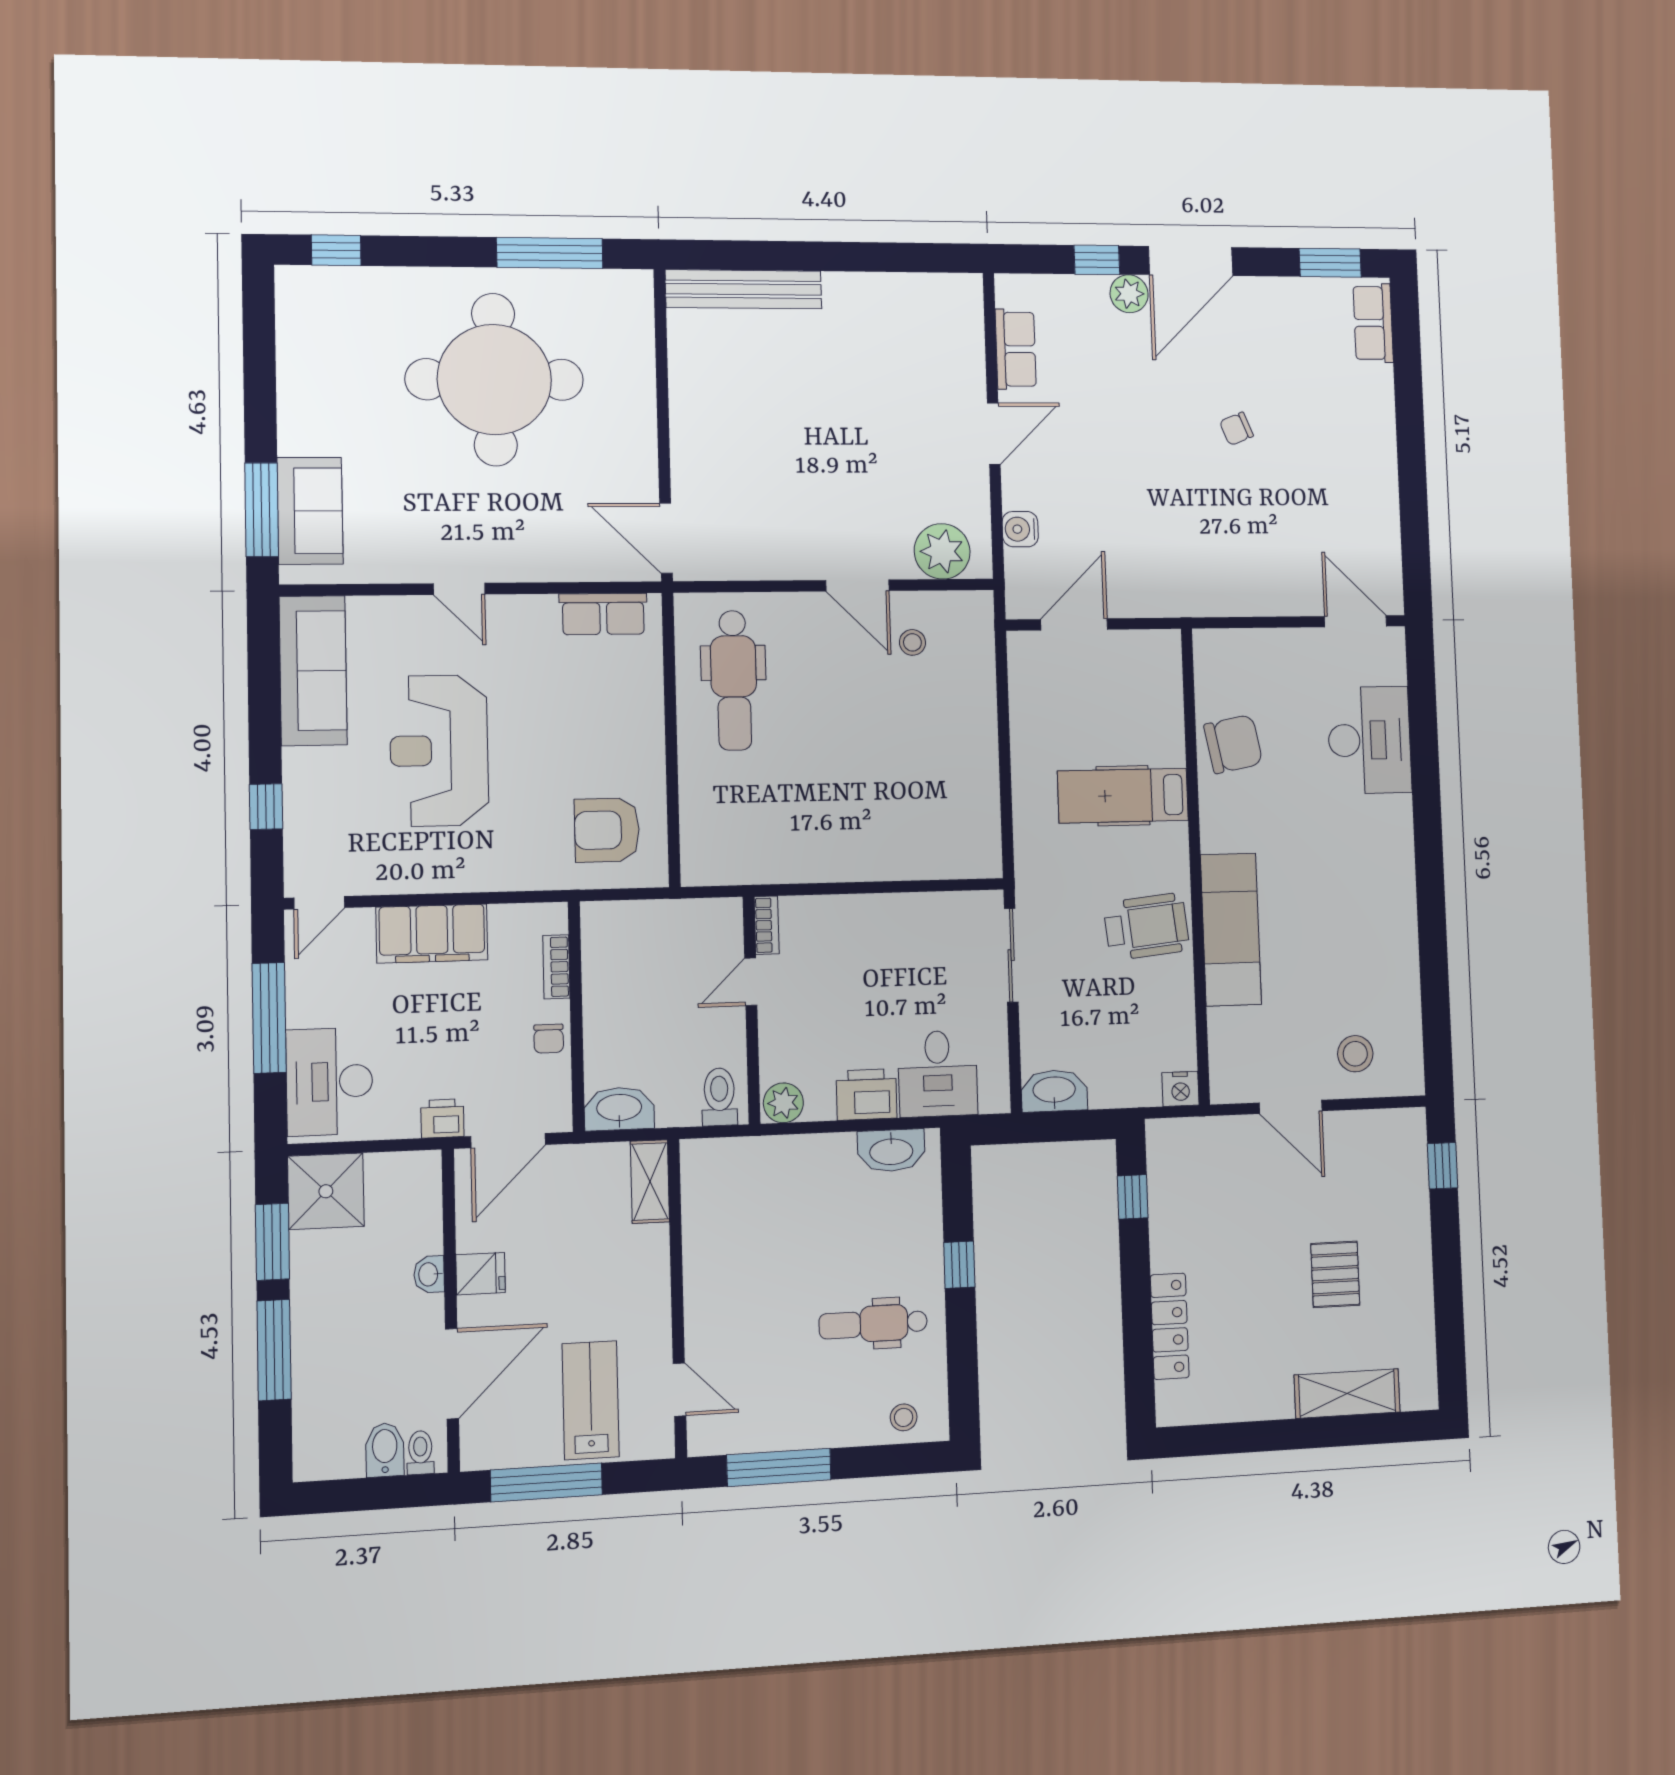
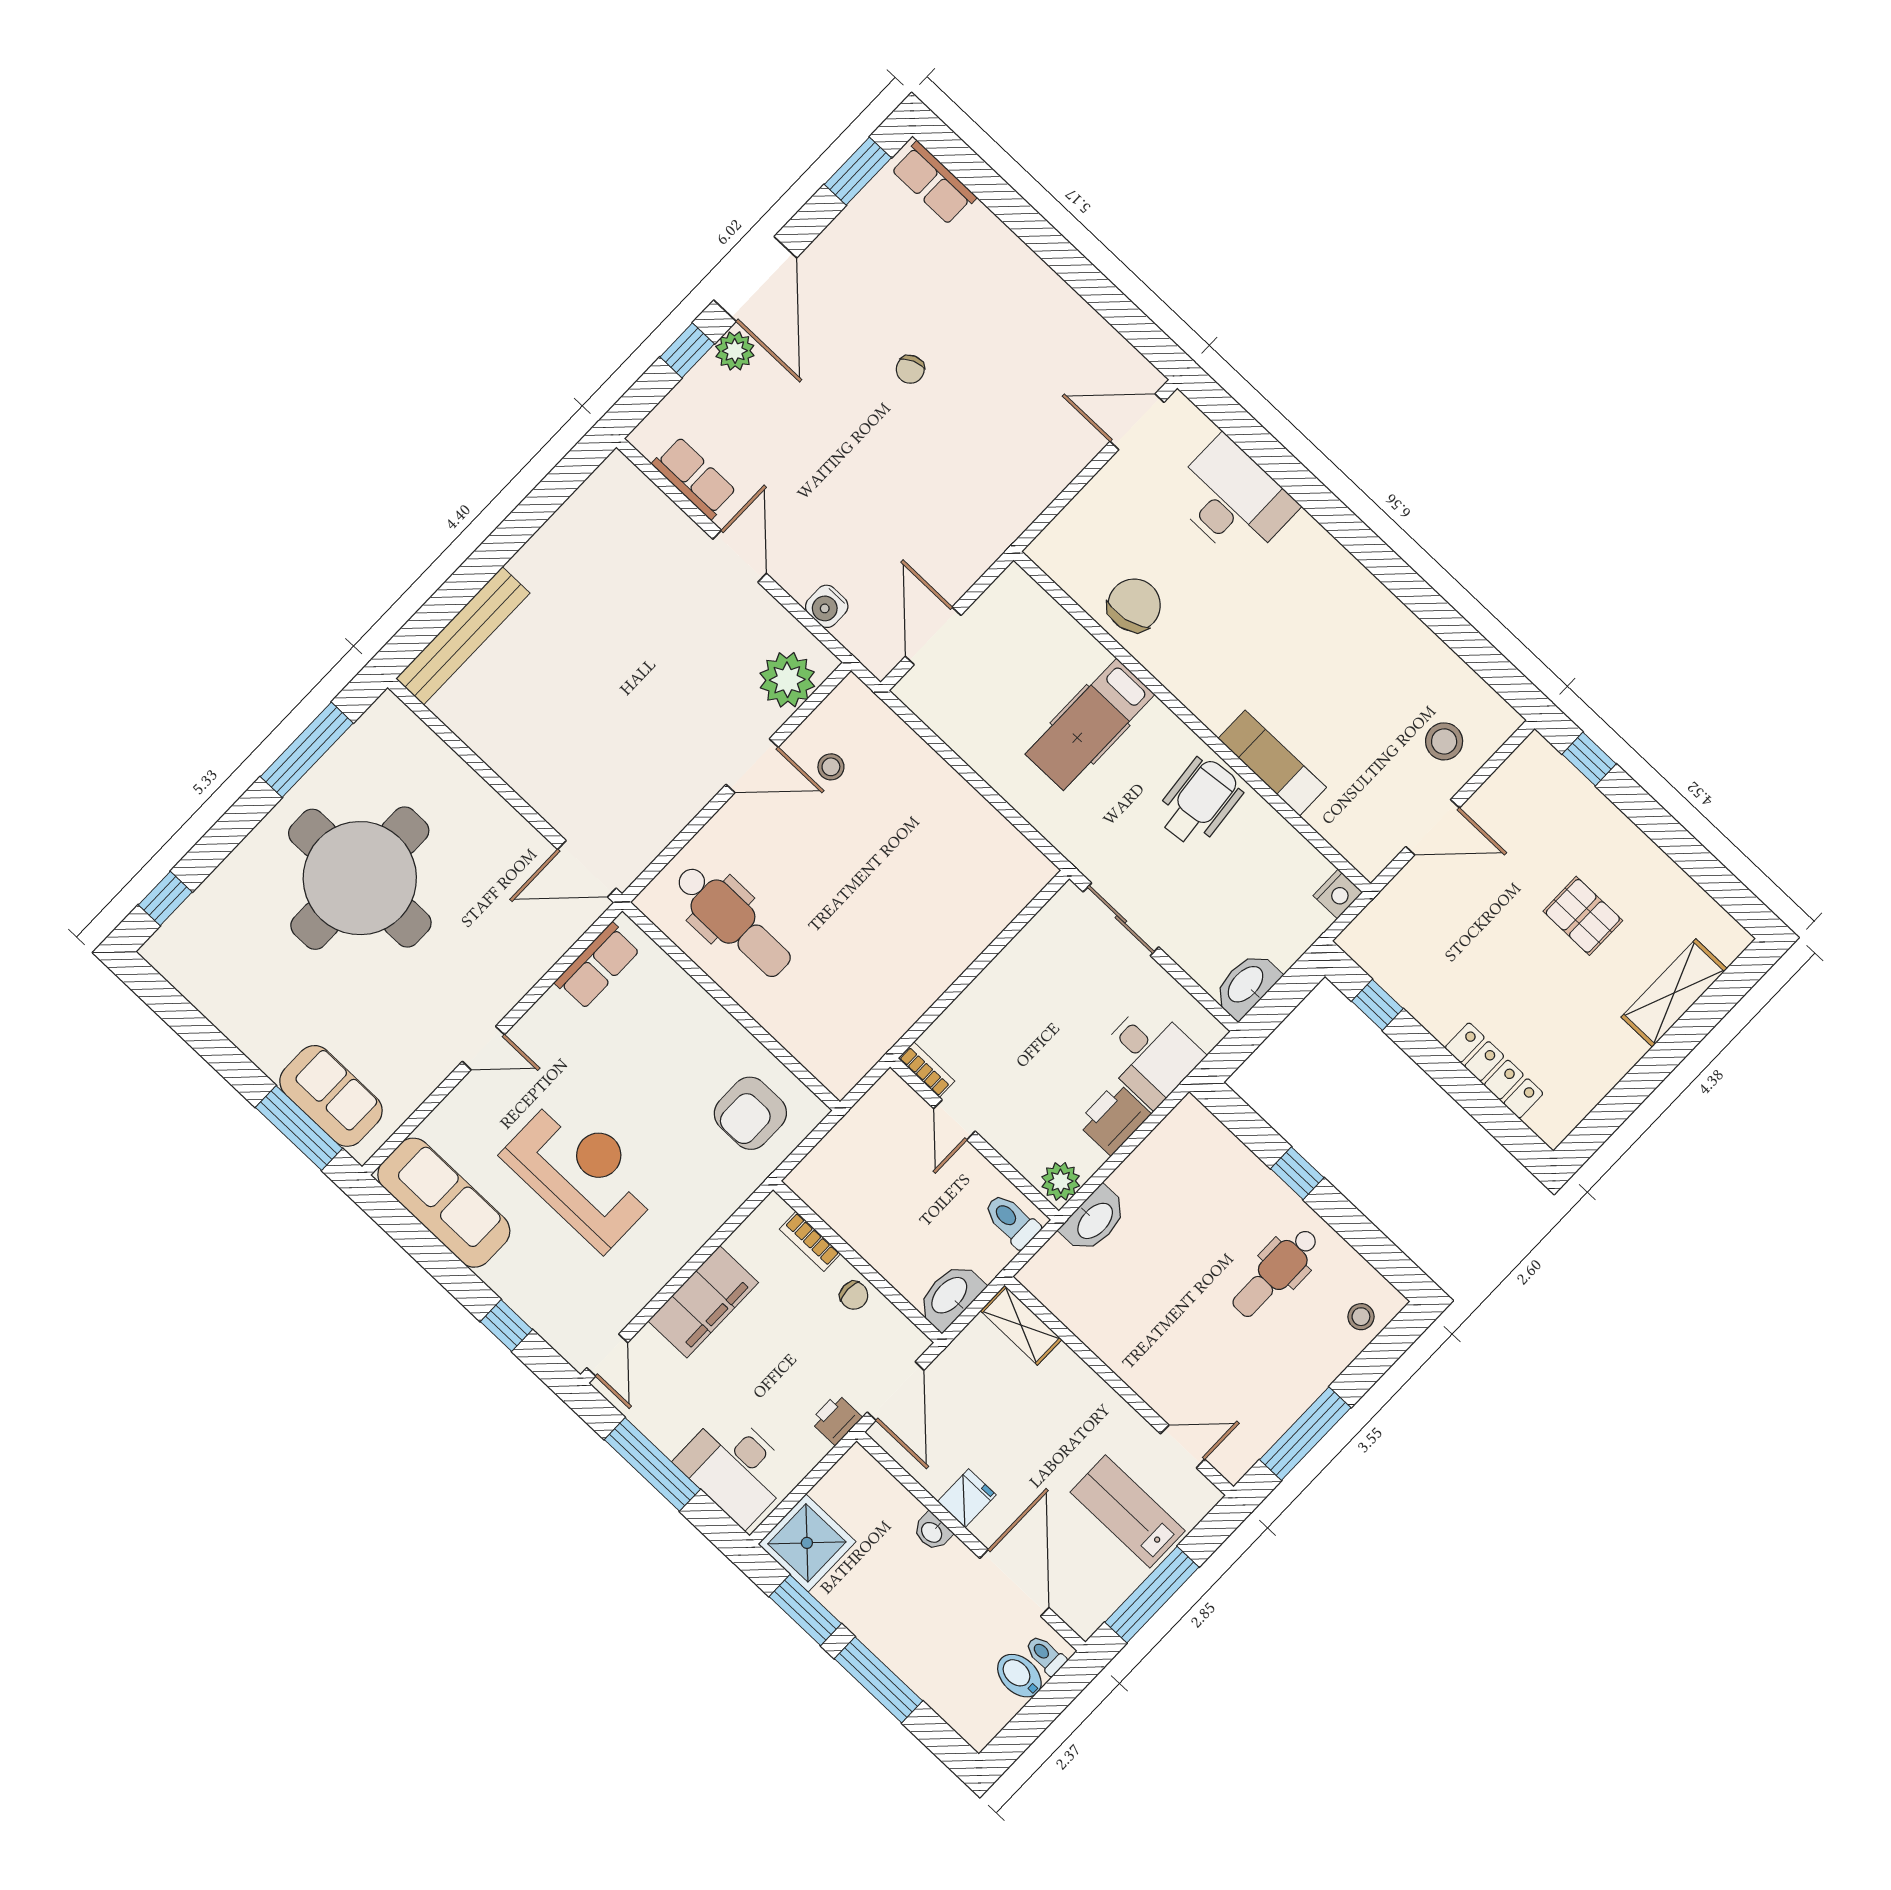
reception desk: (439, 751) -> (582, 1173), turned 180
exam couch: (1231, 929) -> (1272, 763), width x0.73, depth x0.69
washbasin: (891, 1151) -> (1094, 1220), moved

